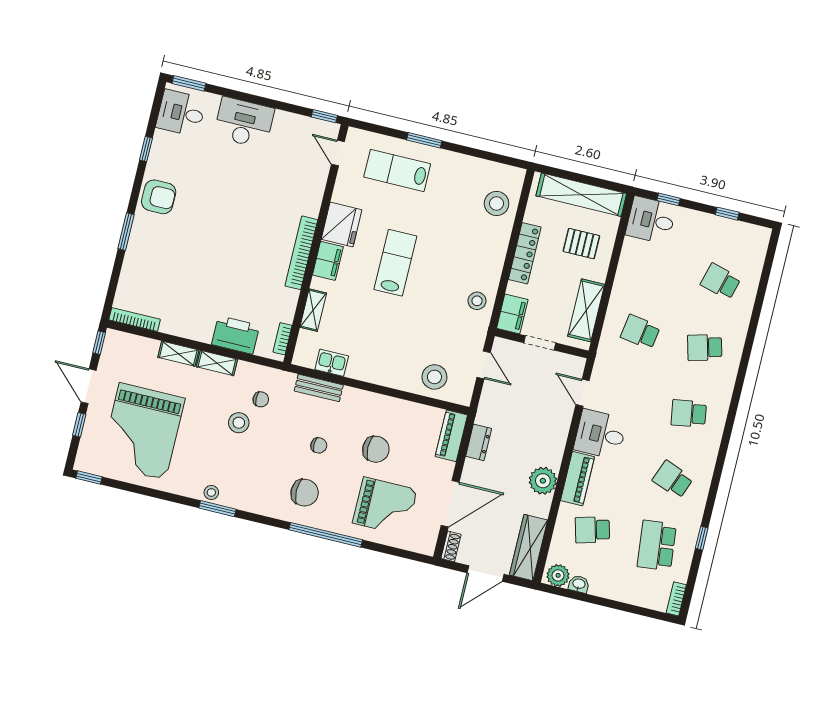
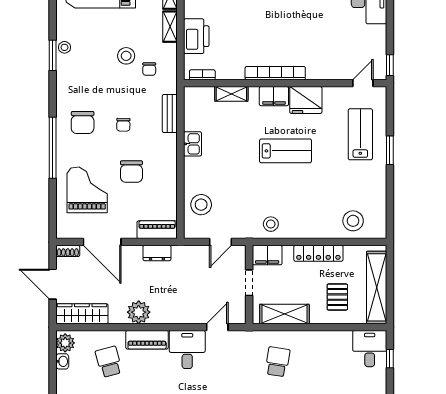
kitchen sink: (332, 363) -> (192, 144), moved
grand piano: (385, 506) -> (87, 190), turned 180

